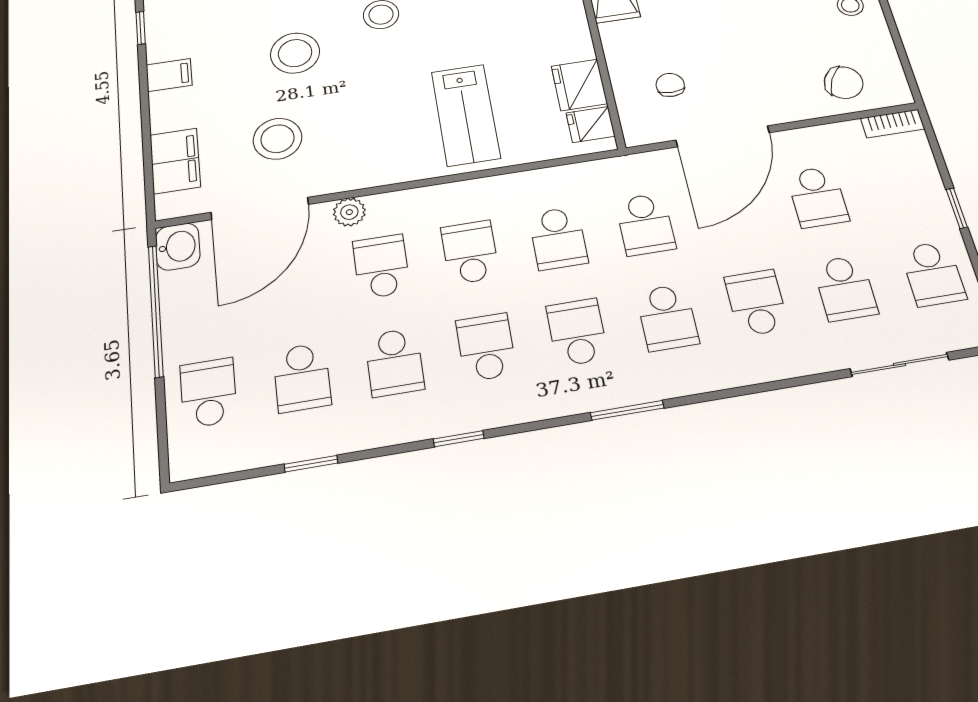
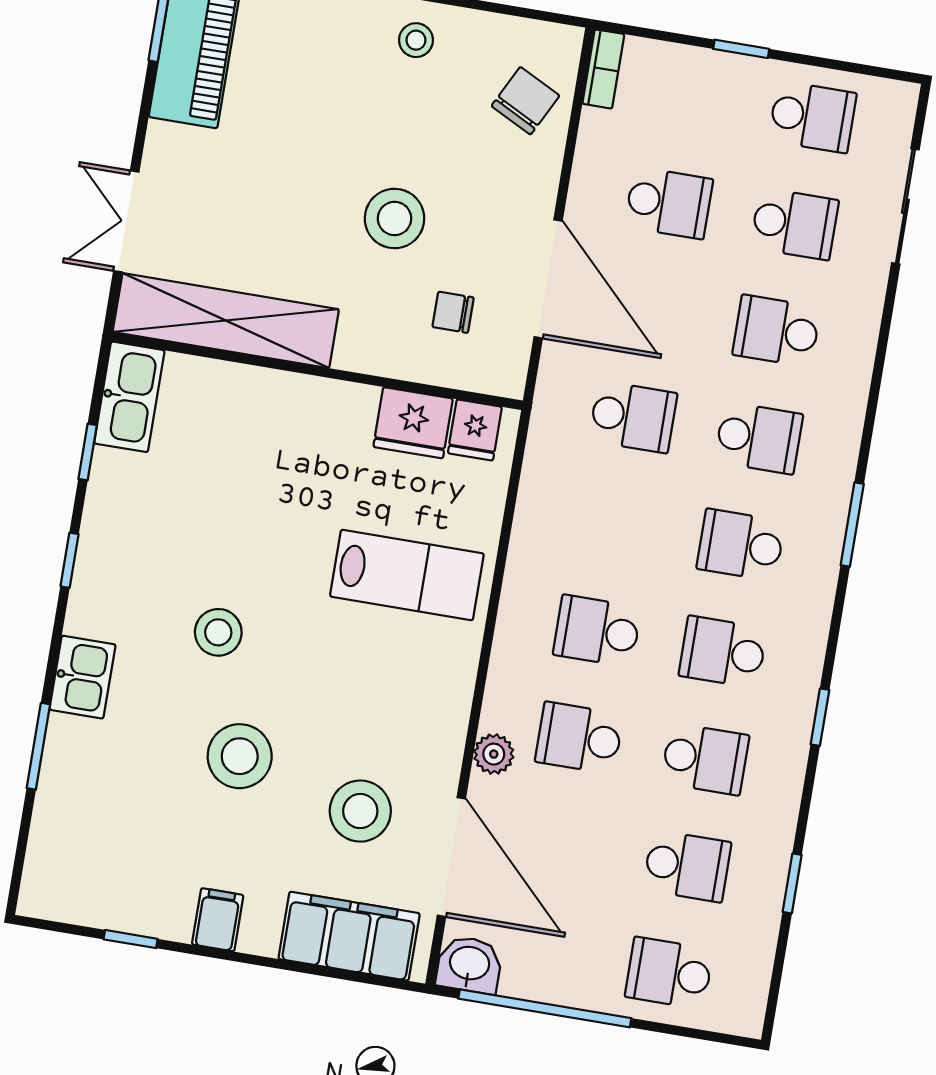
stool: (720, 30) -> (395, 218), added
filing cabinet: (175, 161) -> (349, 936), width x1.50, depth x1.17
school desk: (558, 238) -> (615, 524), removed

